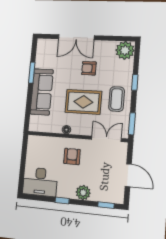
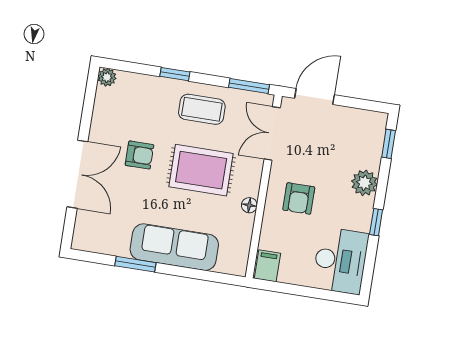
plant: (125, 50) -> (107, 77), width x0.53, depth x0.53
armchair: (89, 68) -> (139, 155), turned -90
rug: (83, 102) -> (201, 170), turned 90
filing cabinet: (35, 142) -> (267, 266), added
armchair: (72, 156) -> (299, 198), turned -90
door: (128, 175) -> (315, 96), moved

